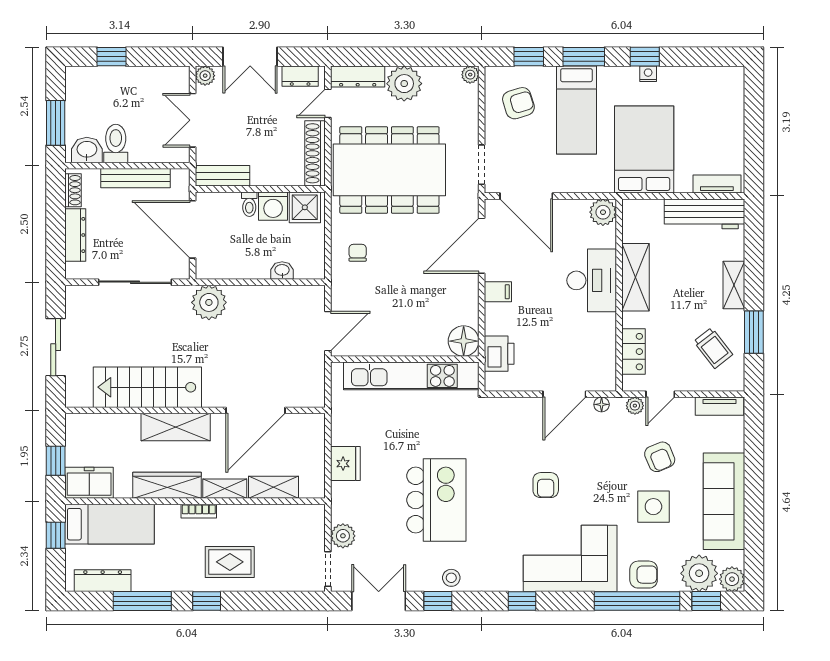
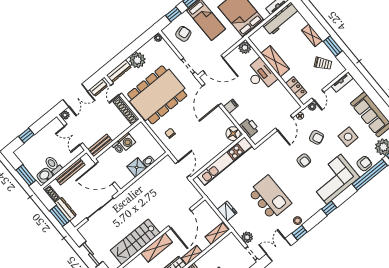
shower: (305, 207) -> (137, 167), moved
window: (56, 238) -> (59, 216), added
plant: (209, 302) -> (132, 194), removed
armchair: (660, 457) -> (316, 137), moved
shelving: (273, 487) -> (217, 233), moved

